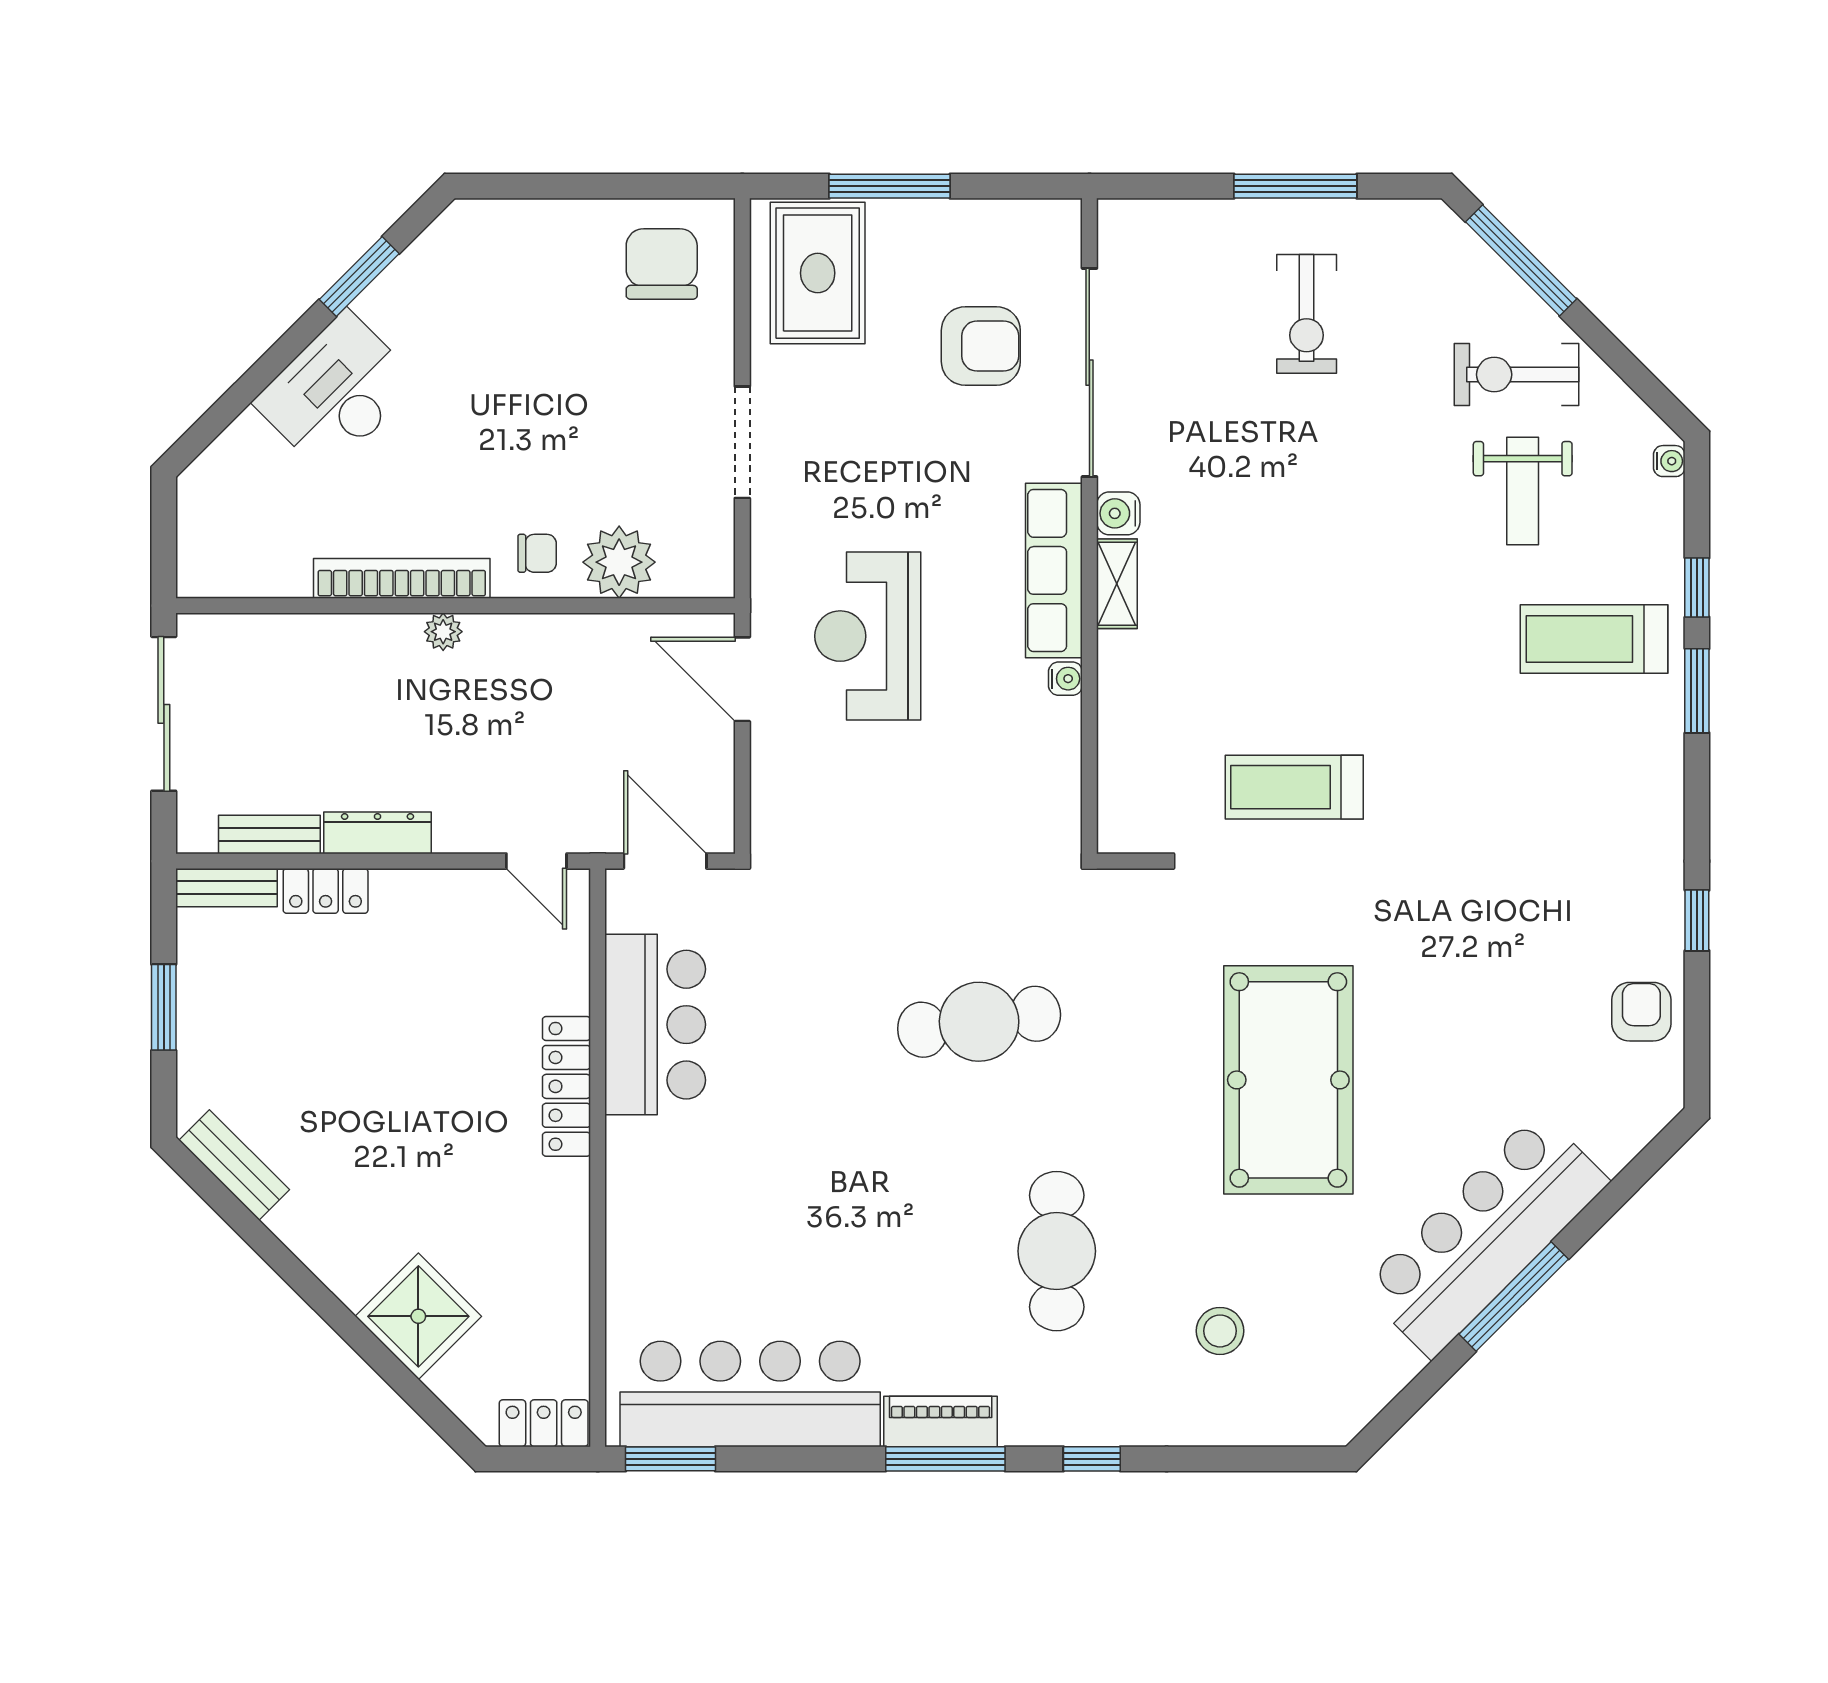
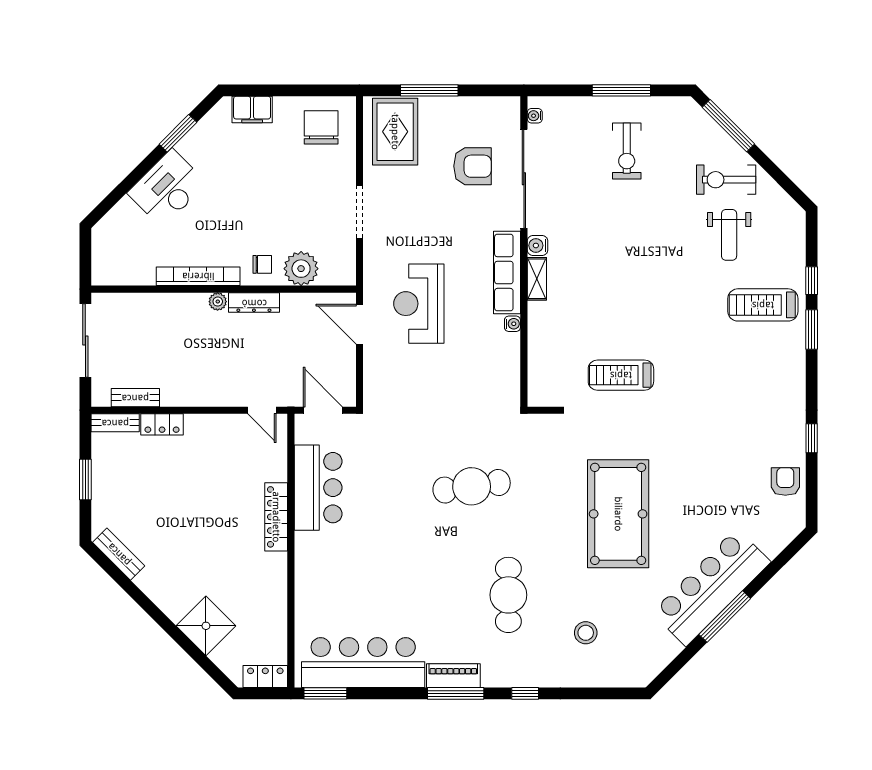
filing cabinet: (516, 226) -> (252, 109), added
water cooler: (1669, 461) -> (535, 116), moved, turned 180
dresser: (378, 833) -> (254, 303), moved, turned 180

